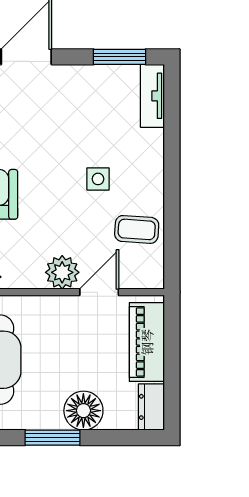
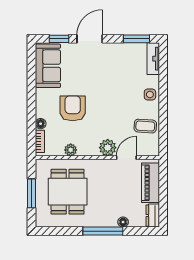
side table: (98, 179) -> (150, 94), moved
floor lamp: (83, 411) -> (123, 222), width x0.53, depth x0.53
window: (52, 438) -> (103, 231), width x1.44

